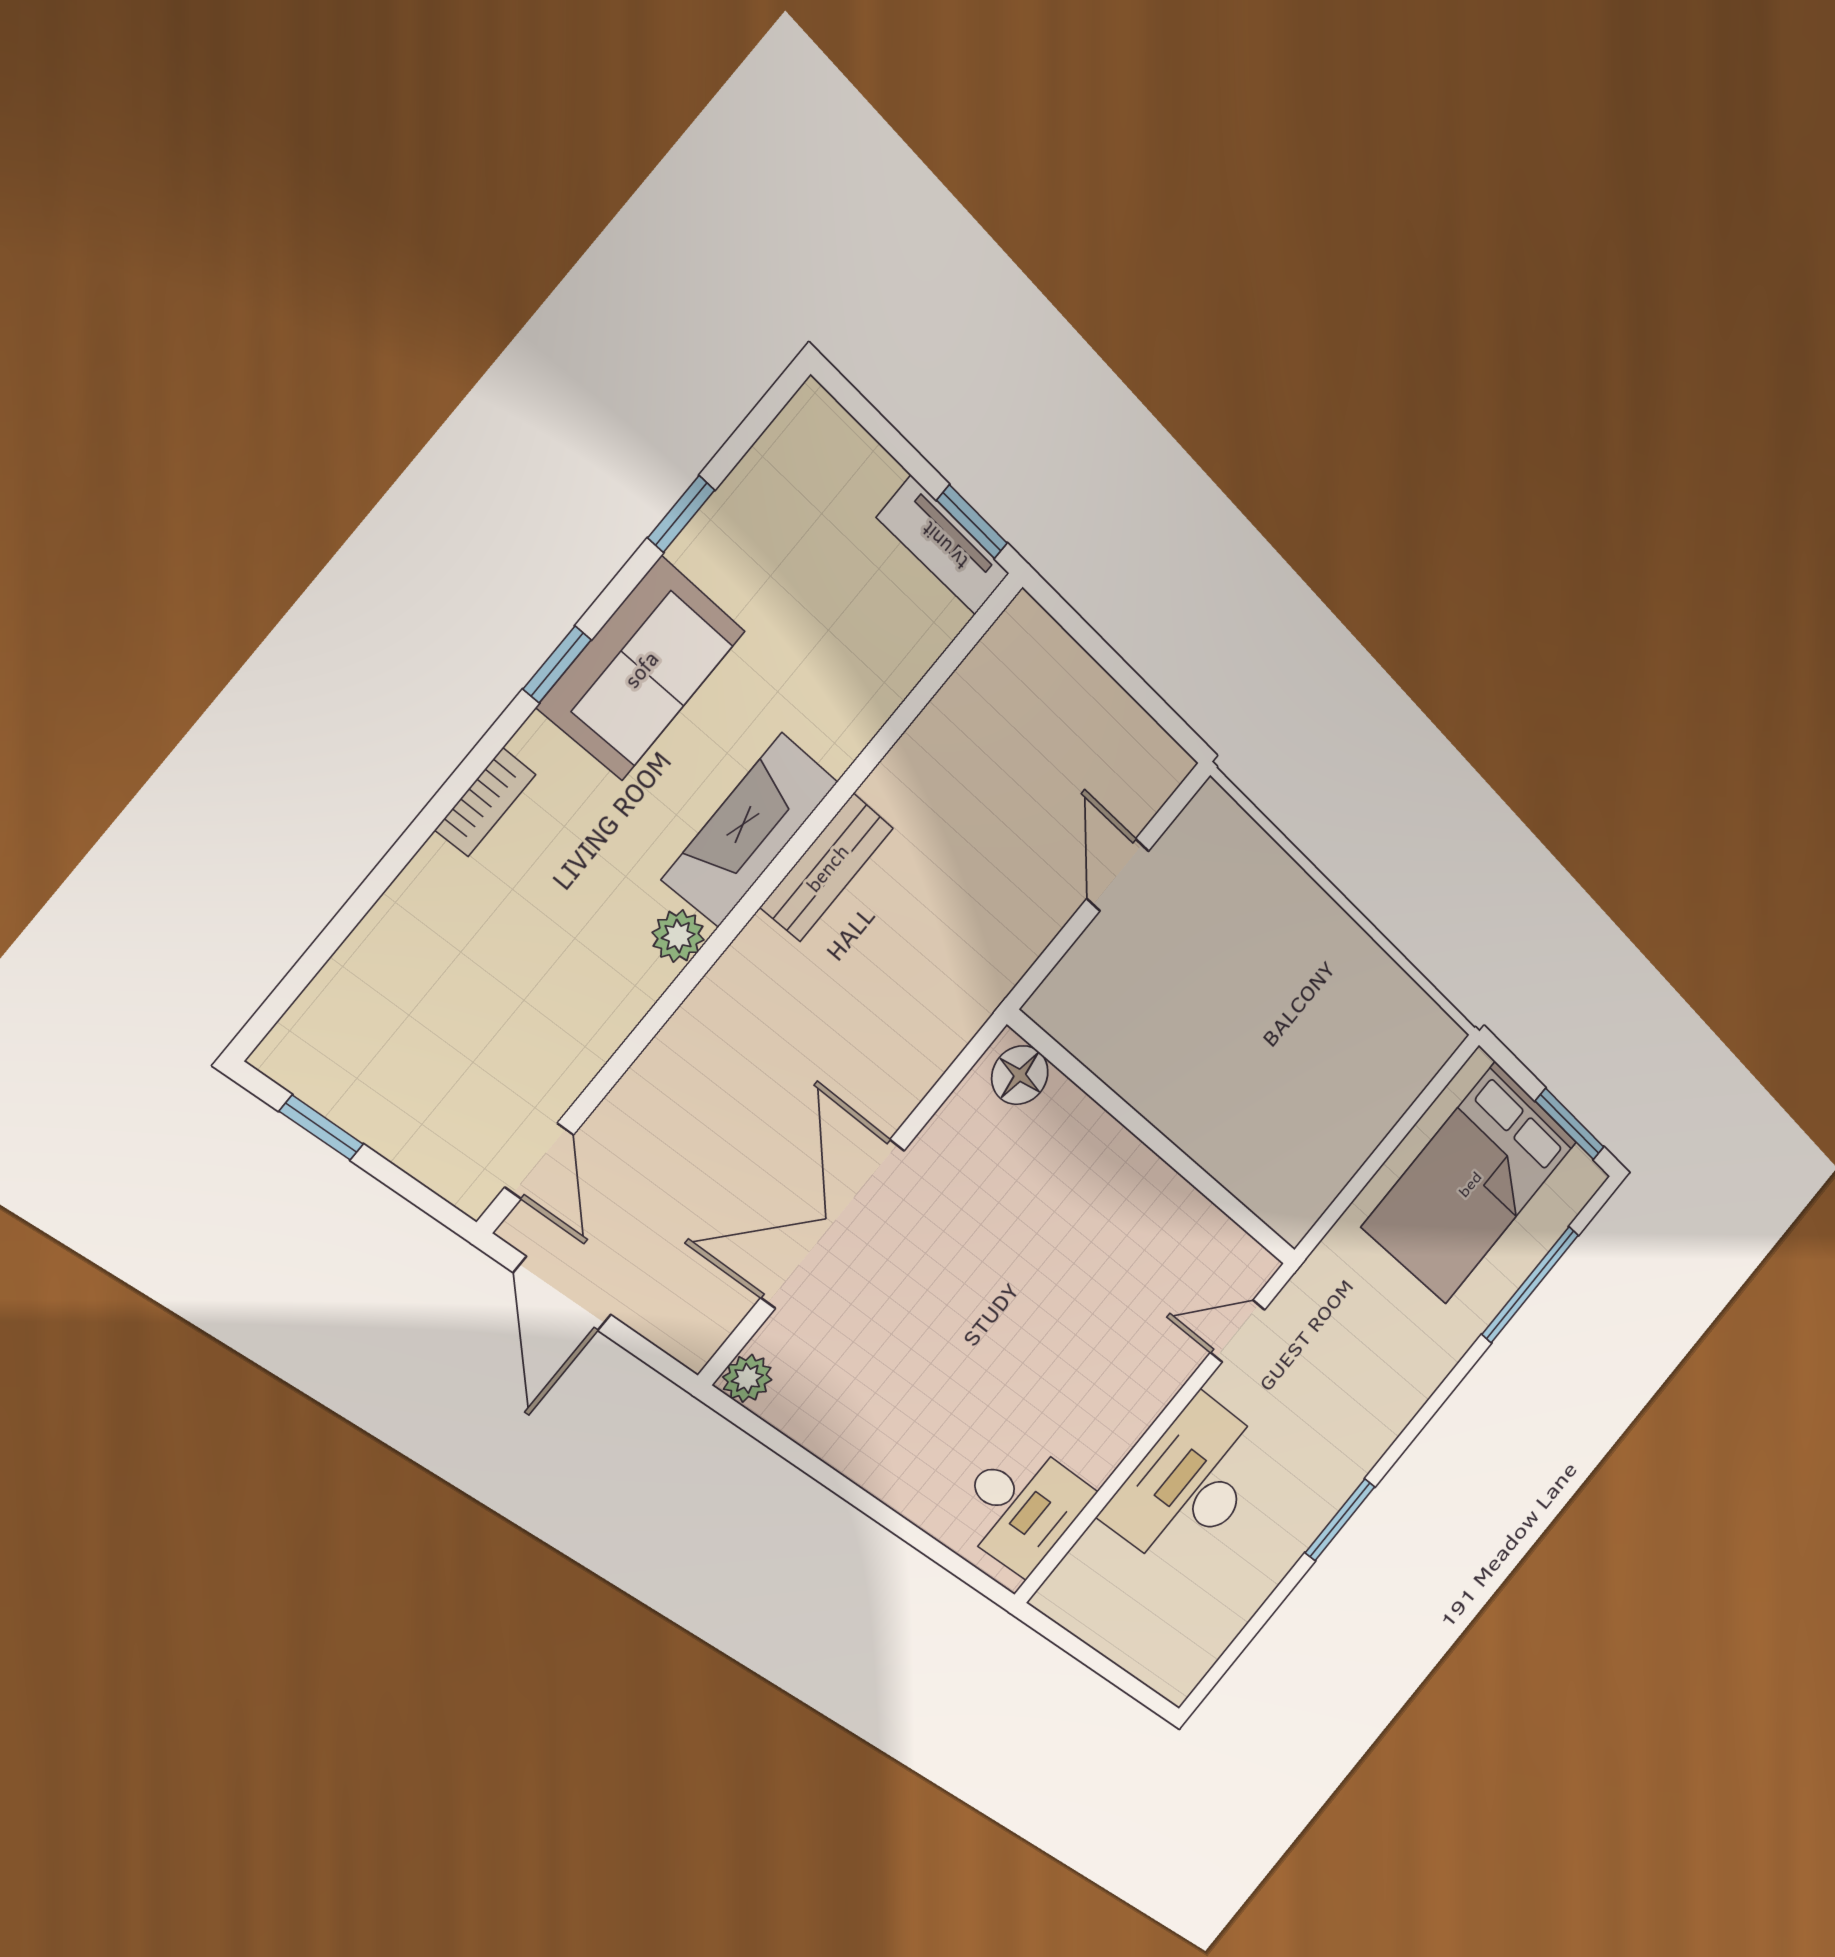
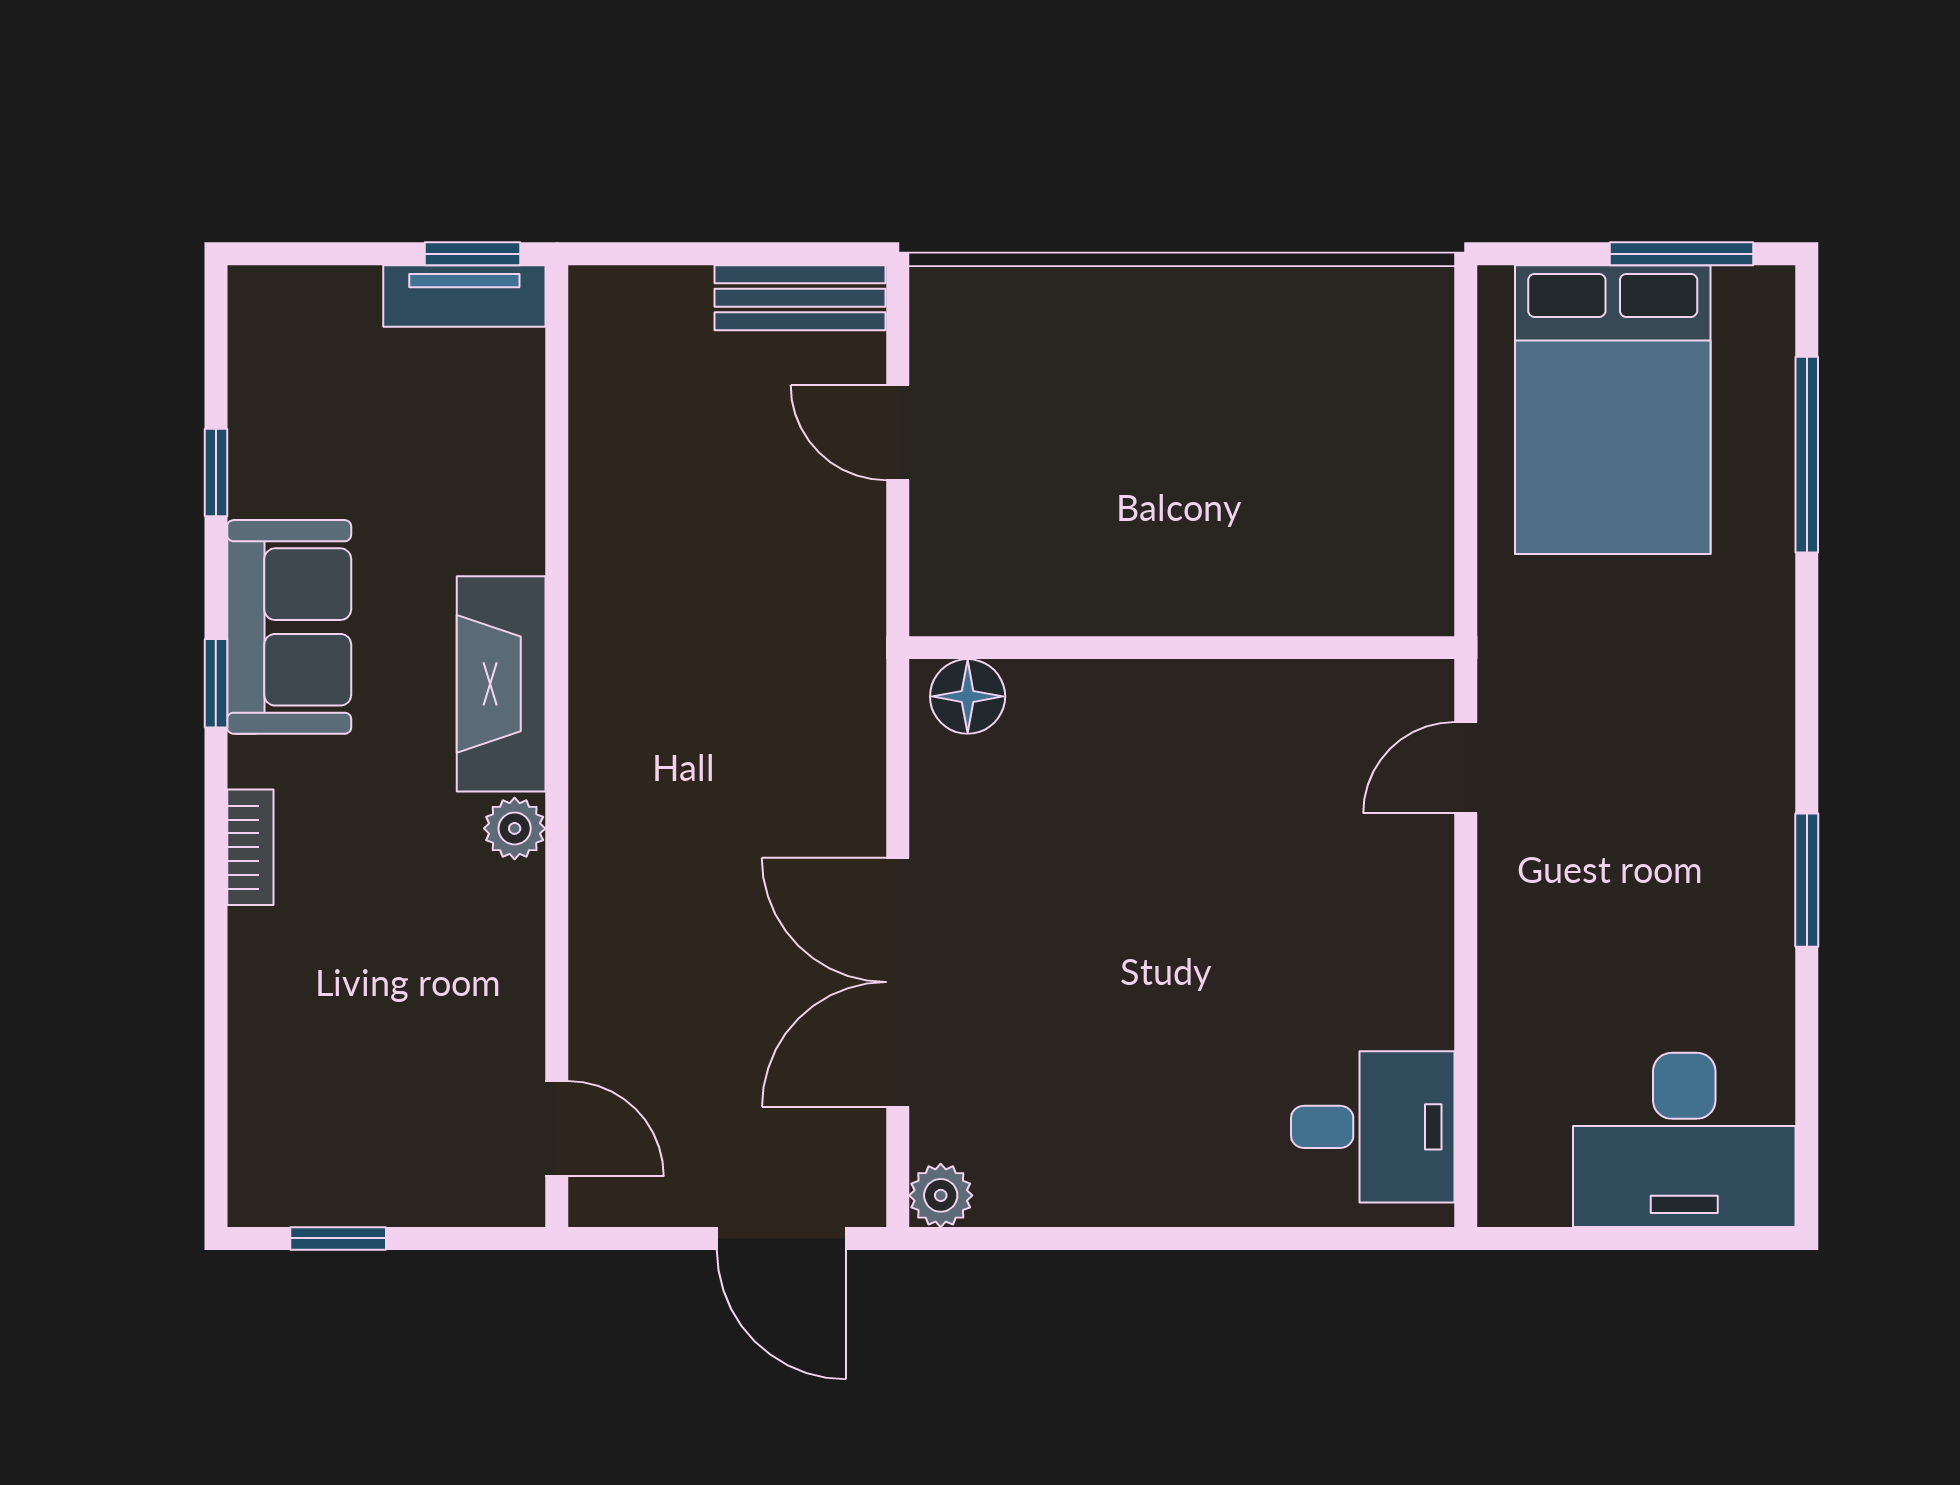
bench: (827, 868) -> (800, 298), moved, turned 90
door: (562, 1294) -> (781, 1238), moved
desk: (1189, 1485) -> (1684, 1140), moved, turned -90

